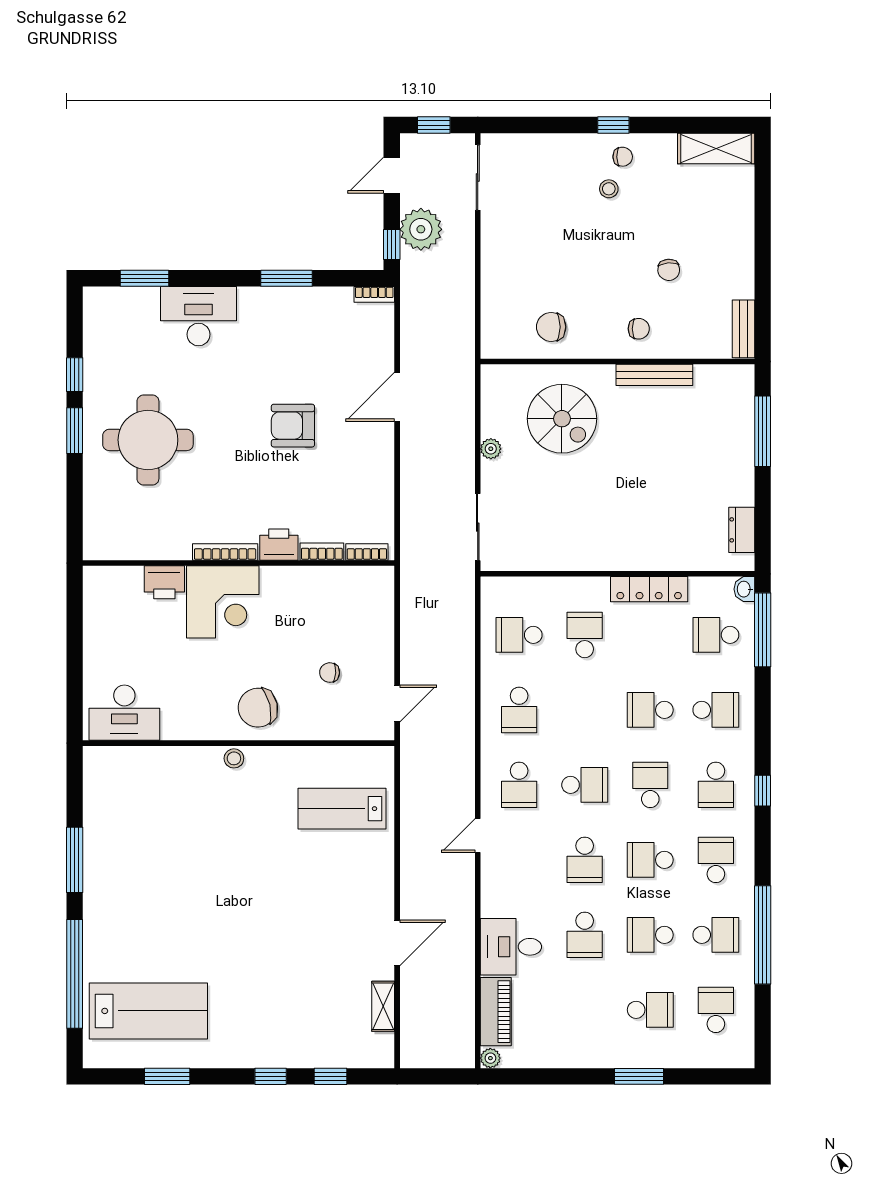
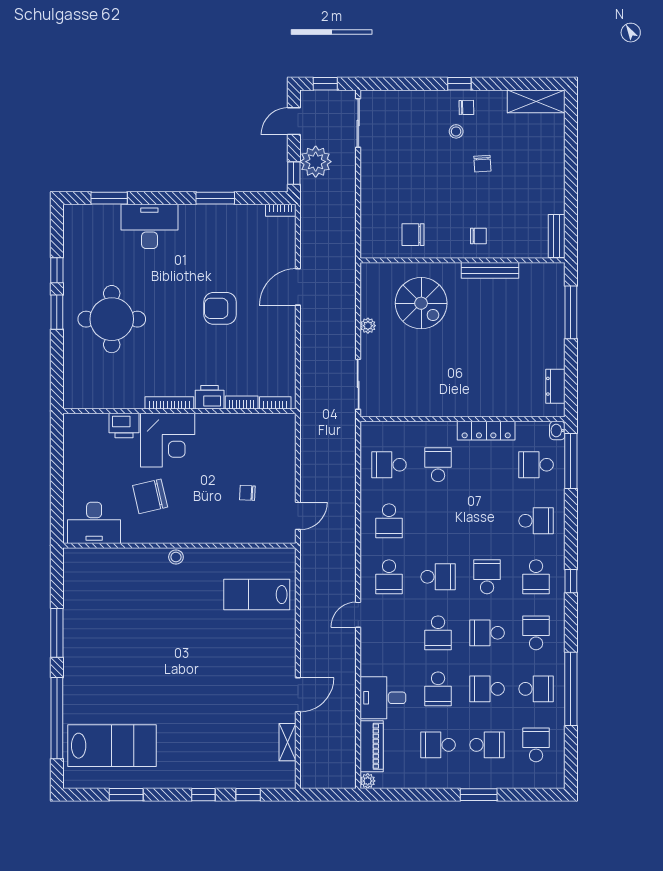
chair: (669, 270) -> (482, 164), moved
chair: (258, 708) -> (150, 496), moved
school desk: (650, 710) -> (438, 745), moved

